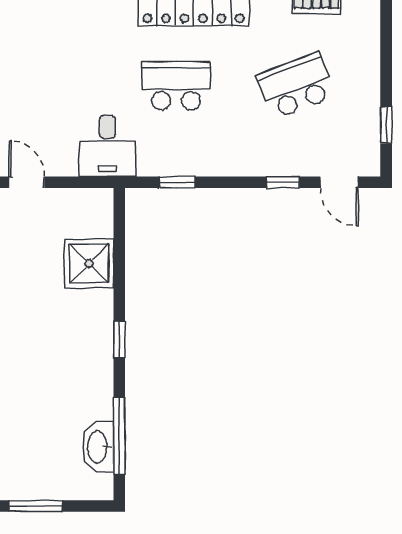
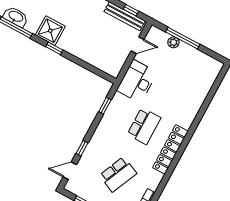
school desk: (296, 86) -> (118, 174), turned 45
desk: (107, 146) -> (137, 81), width x1.37
shower: (89, 263) -> (50, 31), moved

